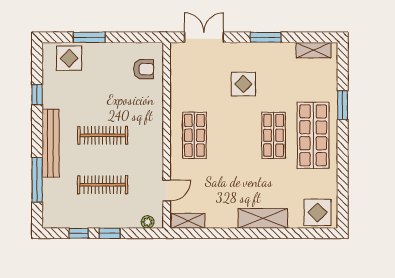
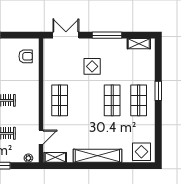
window: (266, 37) -> (107, 35), width x1.44
window: (343, 105) -> (158, 91), moved
shop shelf: (313, 135) -> (139, 100), width x0.70, depth x0.74
shelving: (263, 218) -> (97, 156), width x1.47

